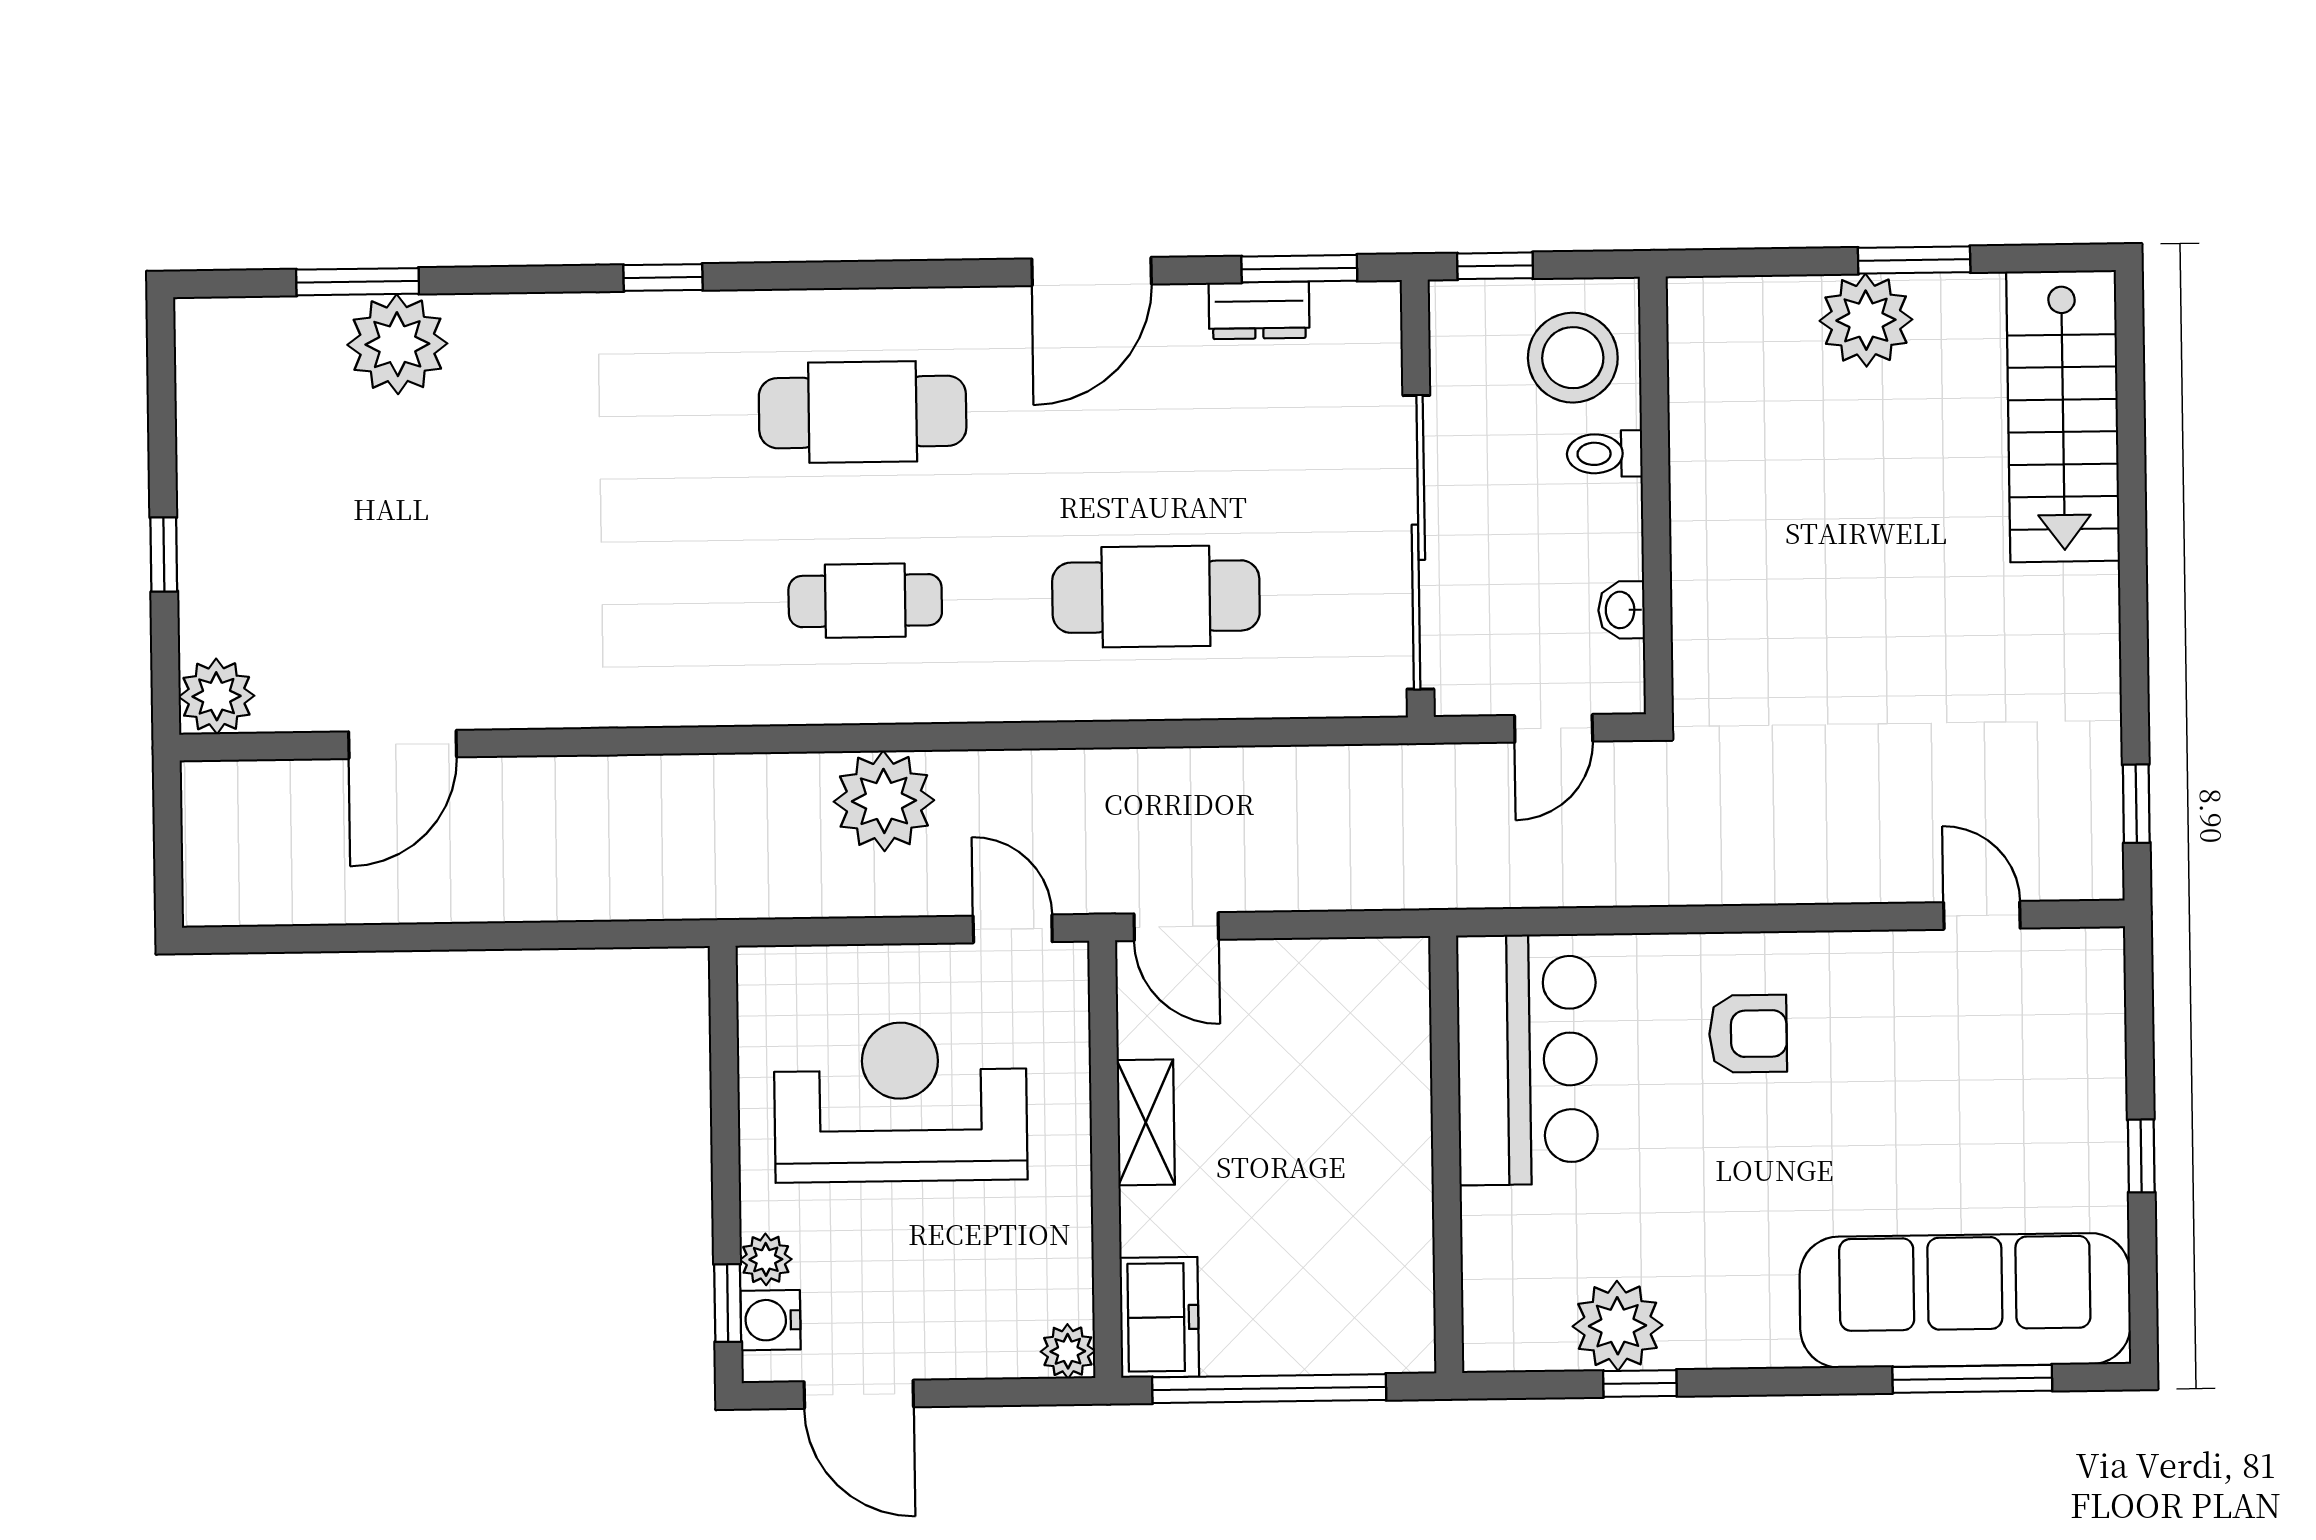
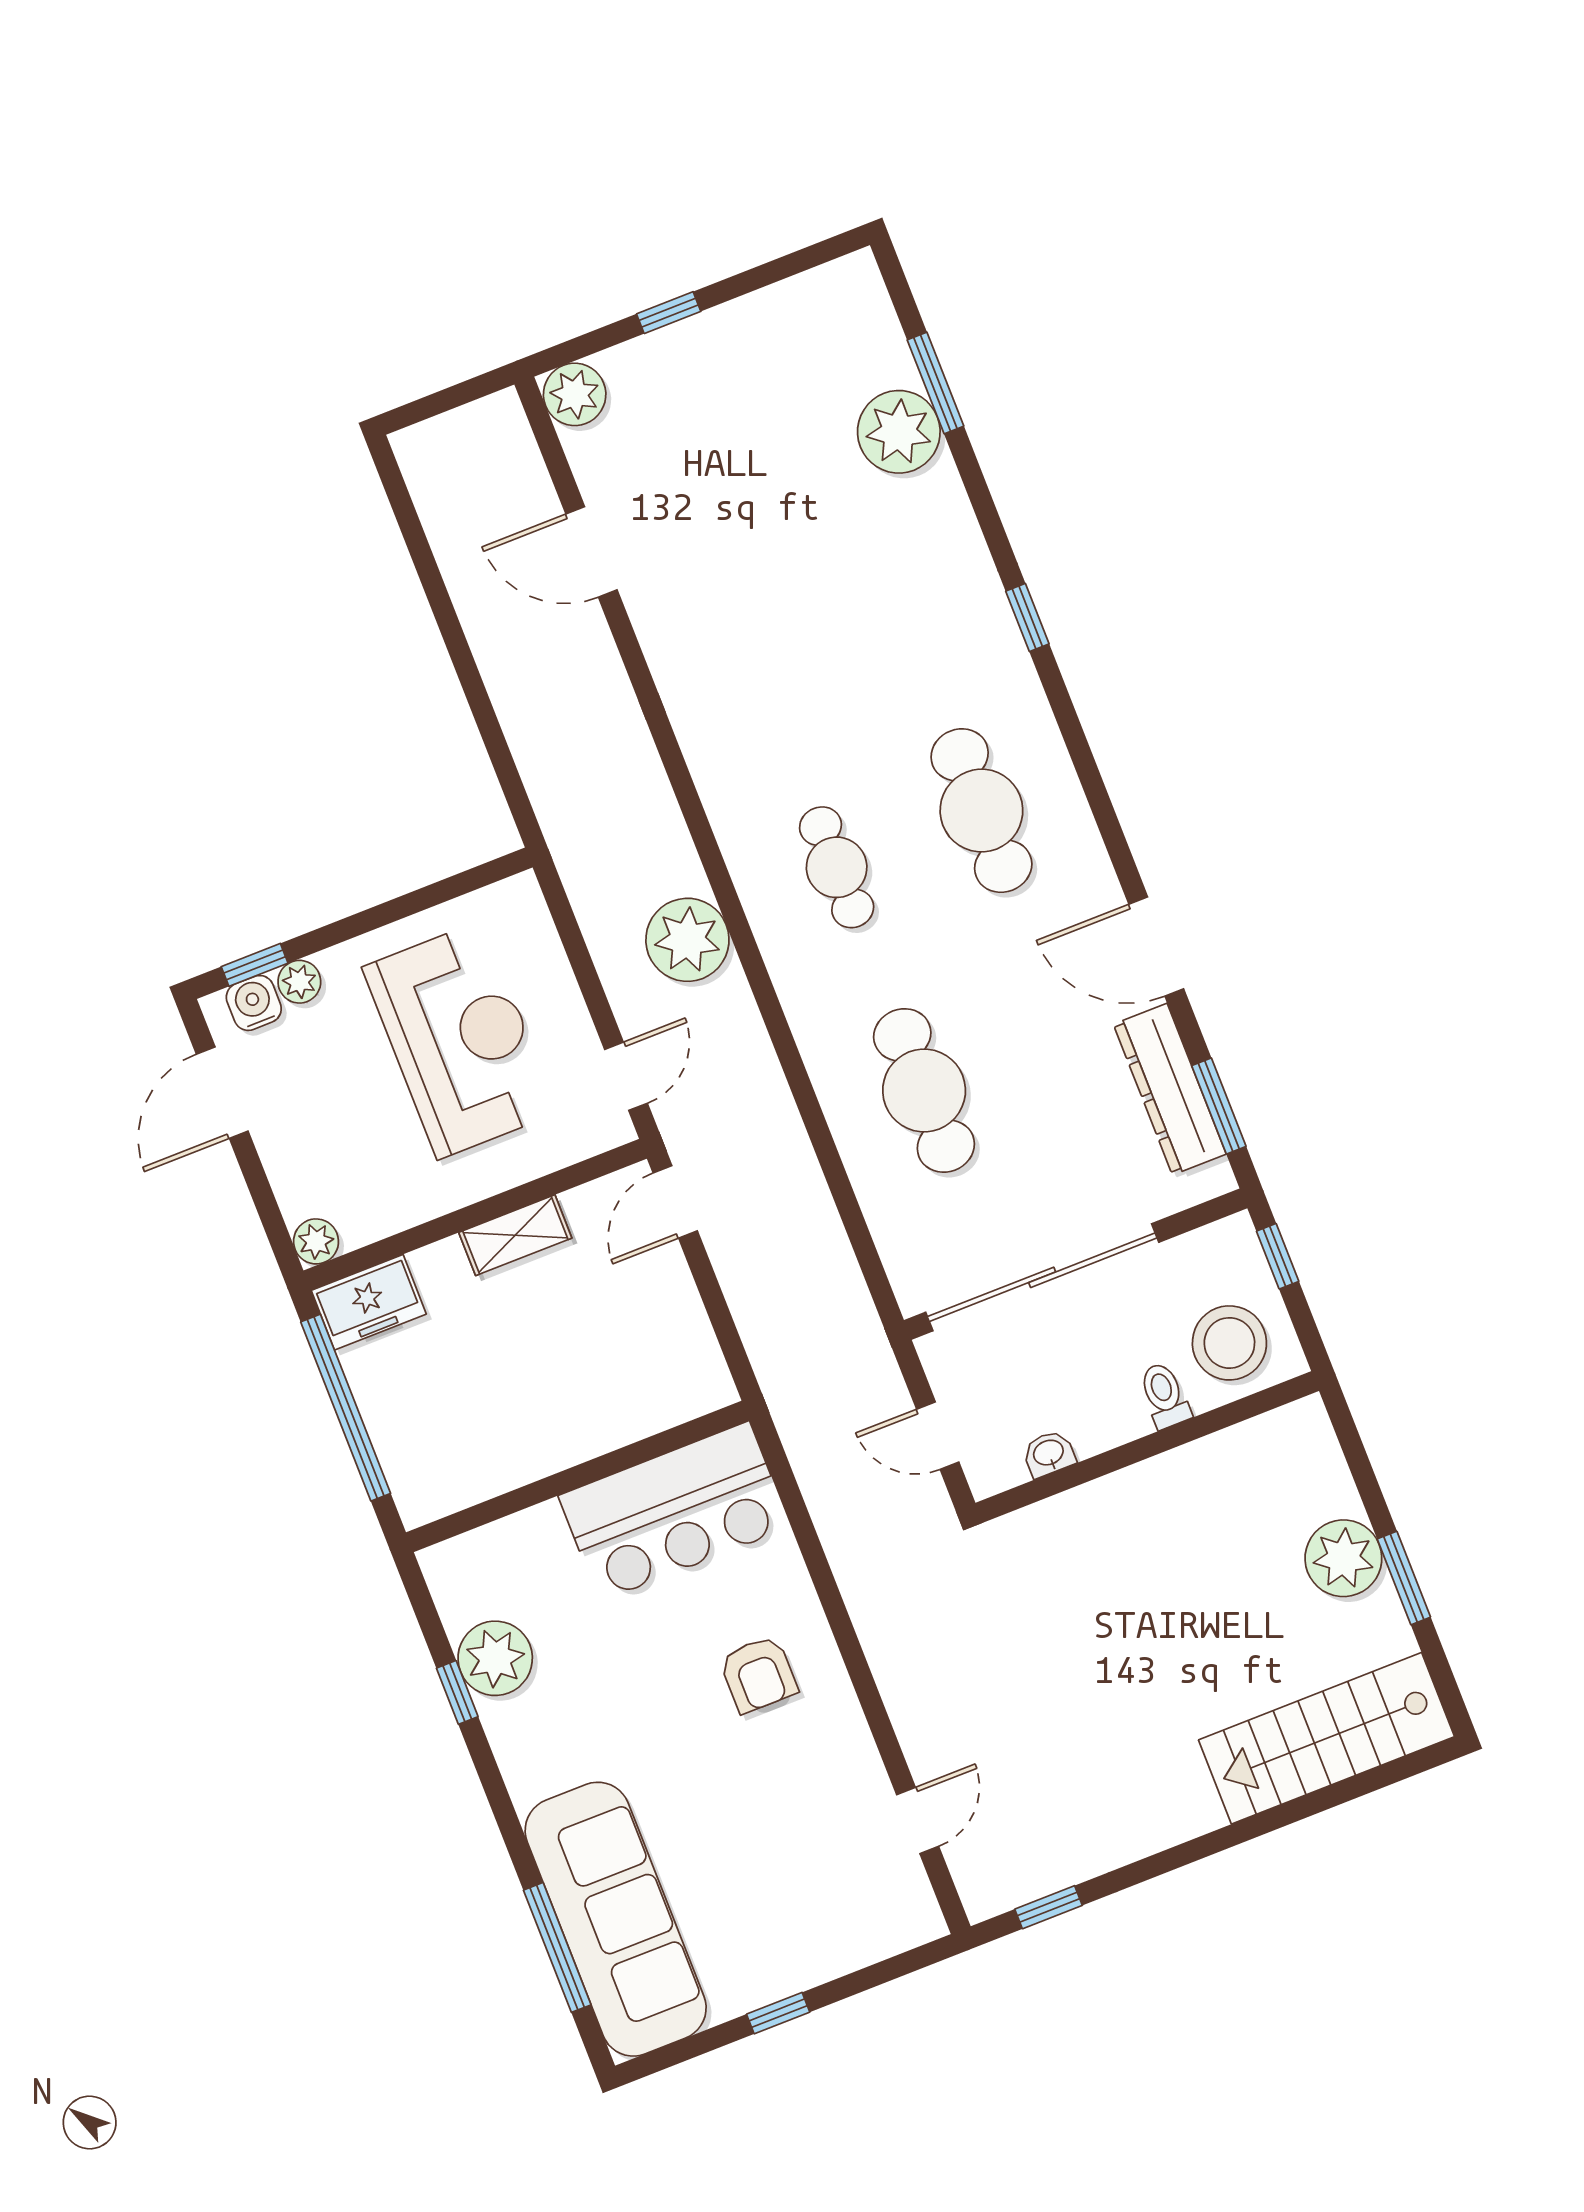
dresser: (1259, 310) -> (1170, 1089), width x1.96, depth x1.24

